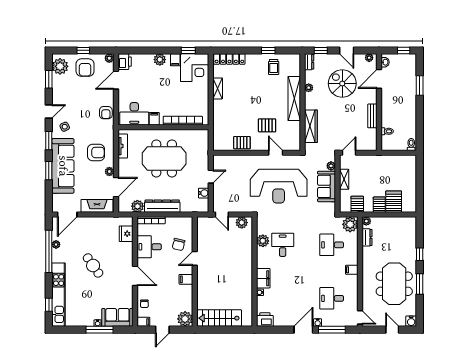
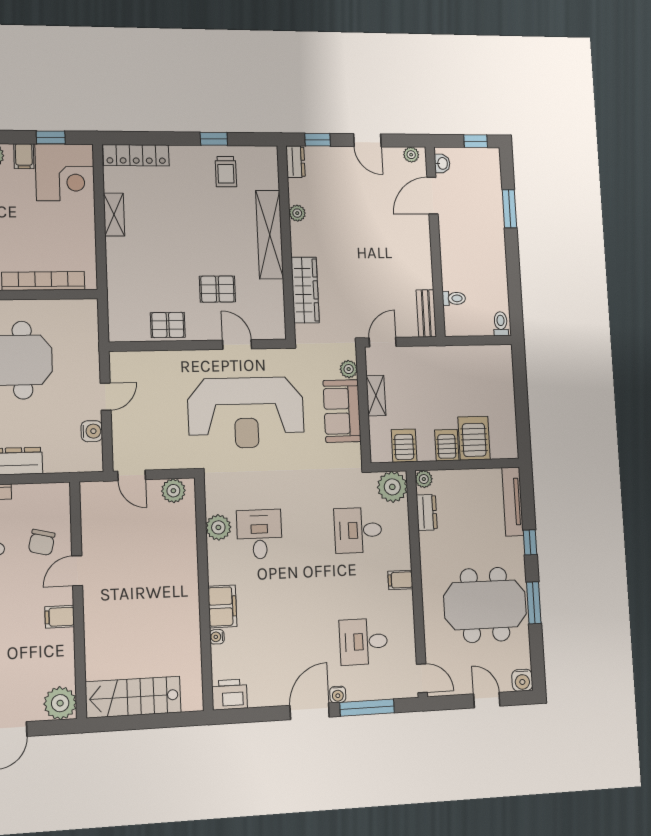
spiral stairs: (342, 84) -> (362, 205), removed
bench: (372, 116) -> (426, 313), moved
tv unit: (412, 234) -> (513, 502), added
meeting table: (394, 284) -> (485, 605), turned 90

